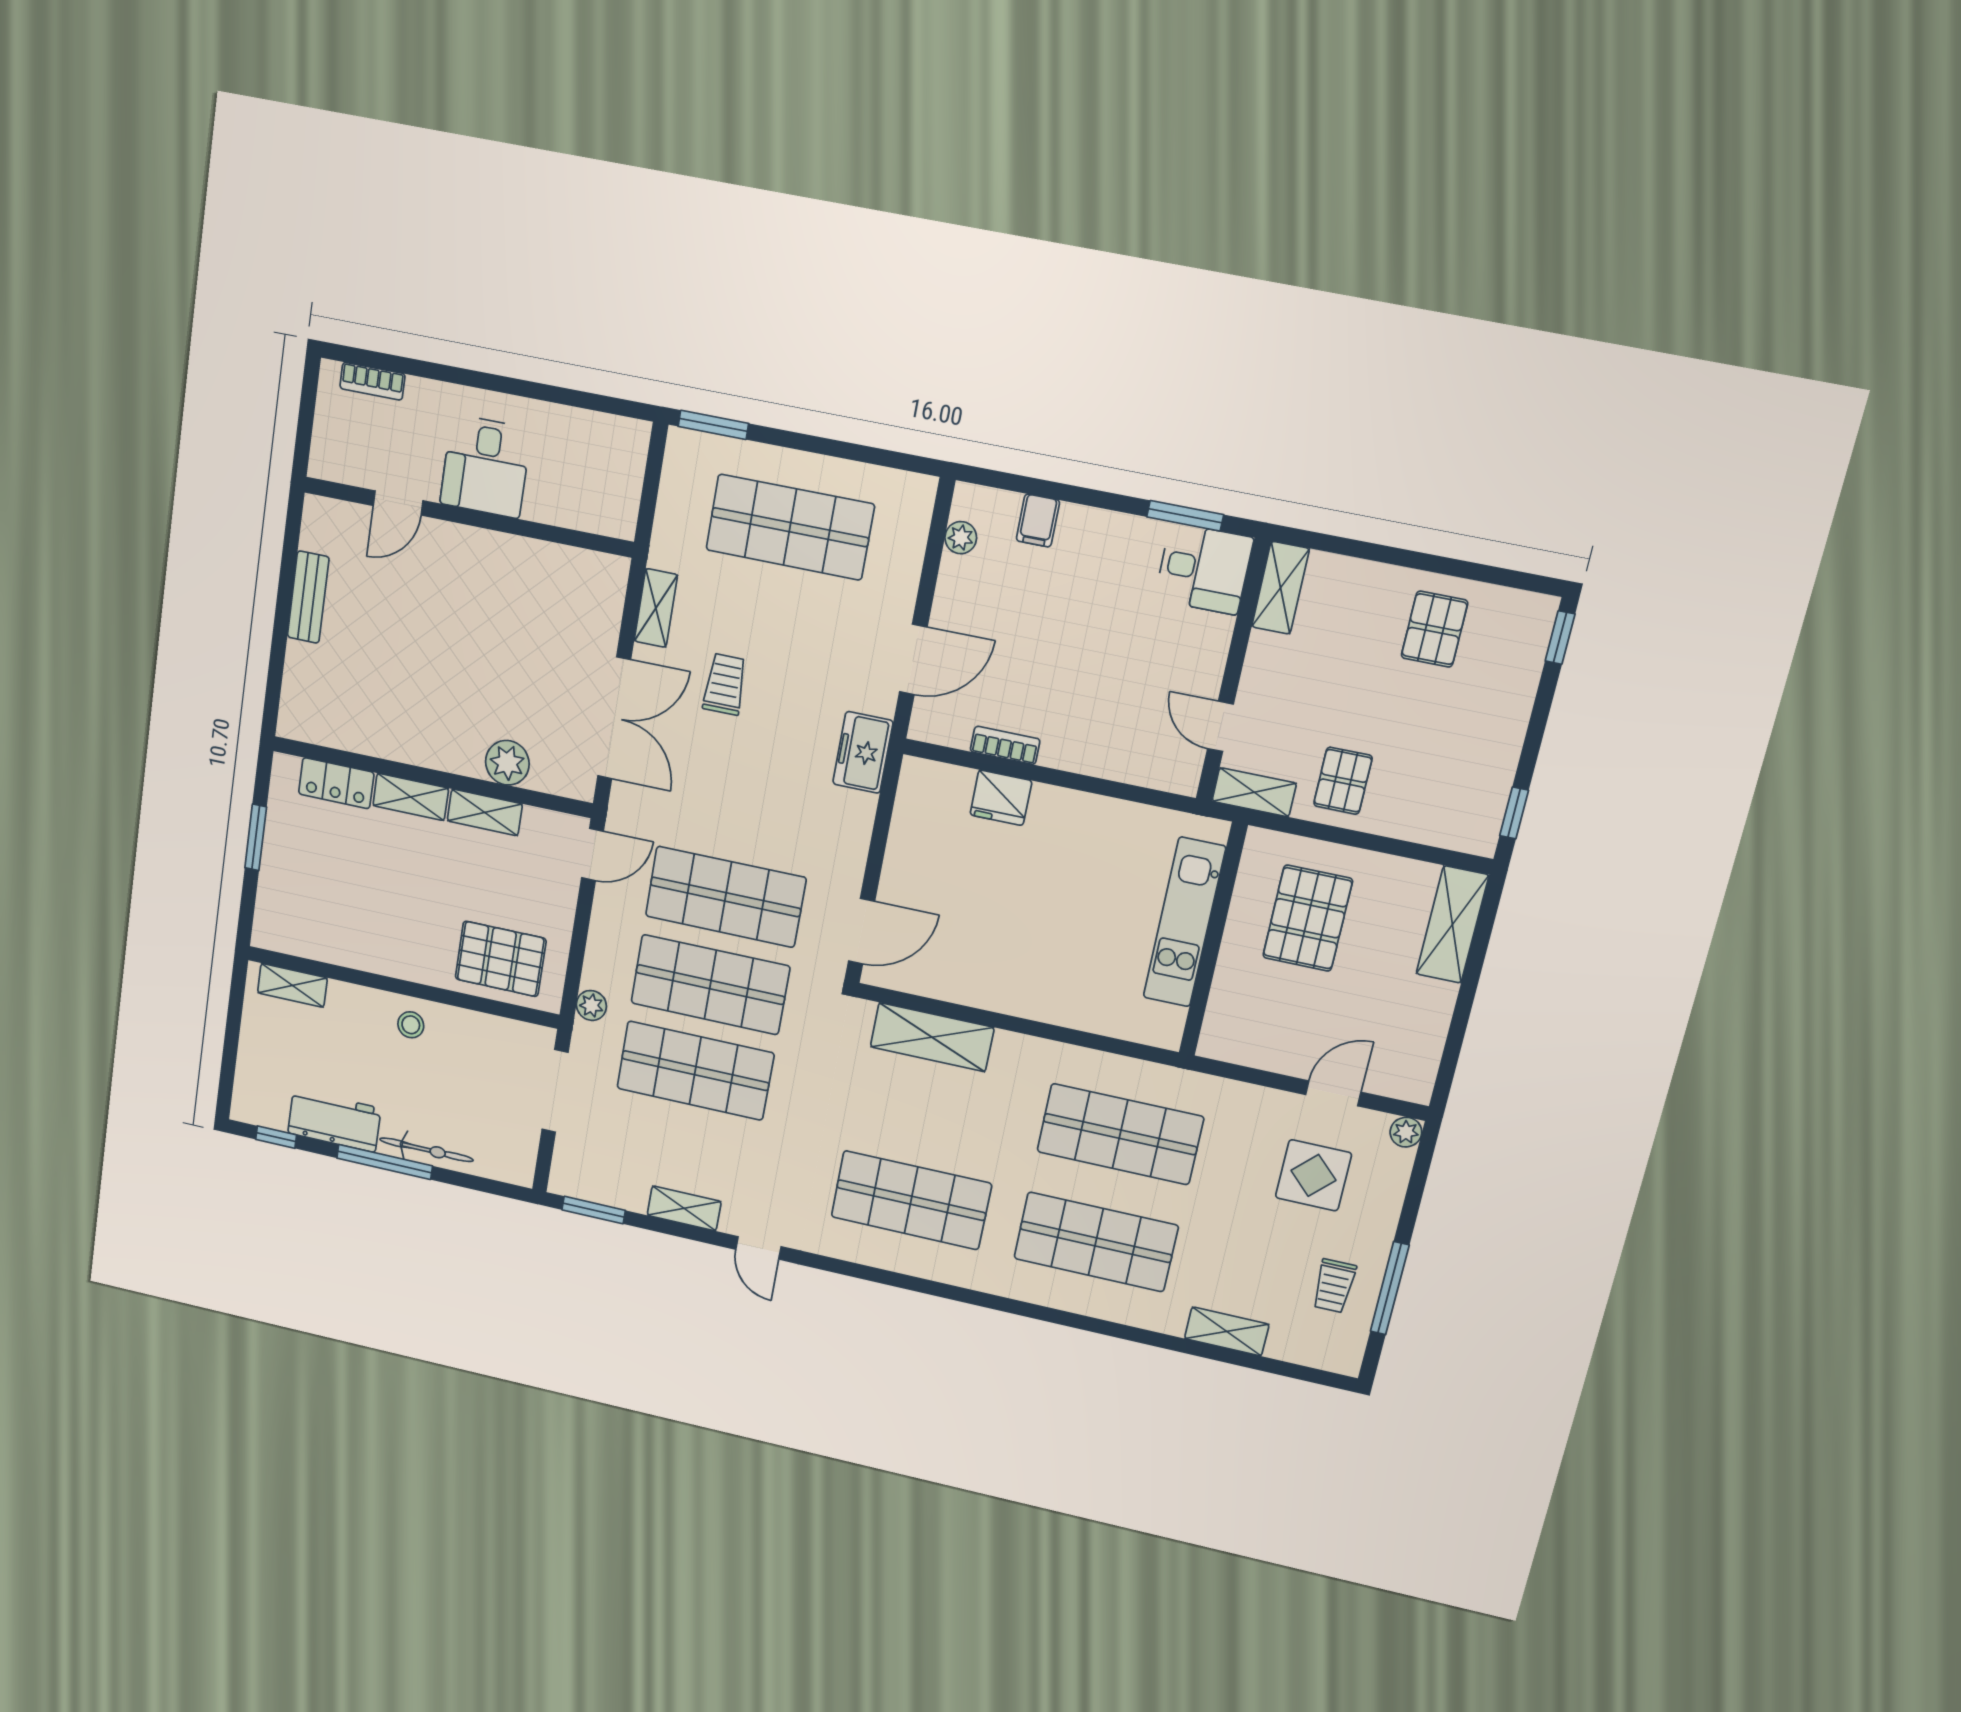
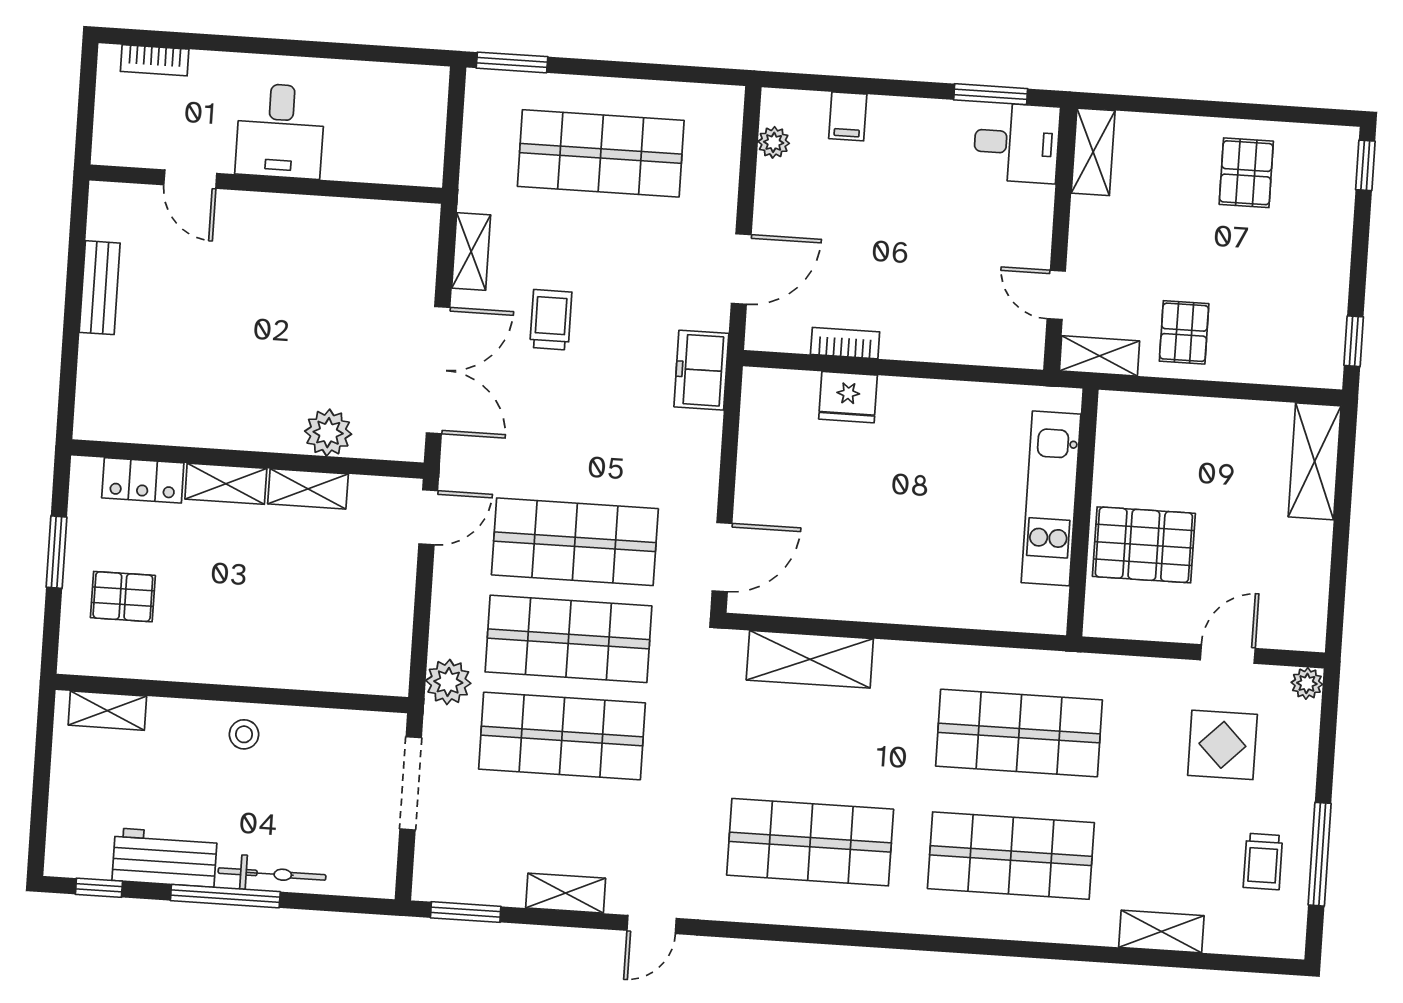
door: (398, 503) -> (190, 179), hinge flipped
pallet: (1308, 918) -> (1144, 545), moved, turned 90
pallet: (501, 959) -> (123, 597), moved, width x0.67, depth x0.71
plant: (591, 1005) -> (448, 682), width x1.38, depth x1.38
door: (758, 1248) -> (652, 924), hinge flipped

